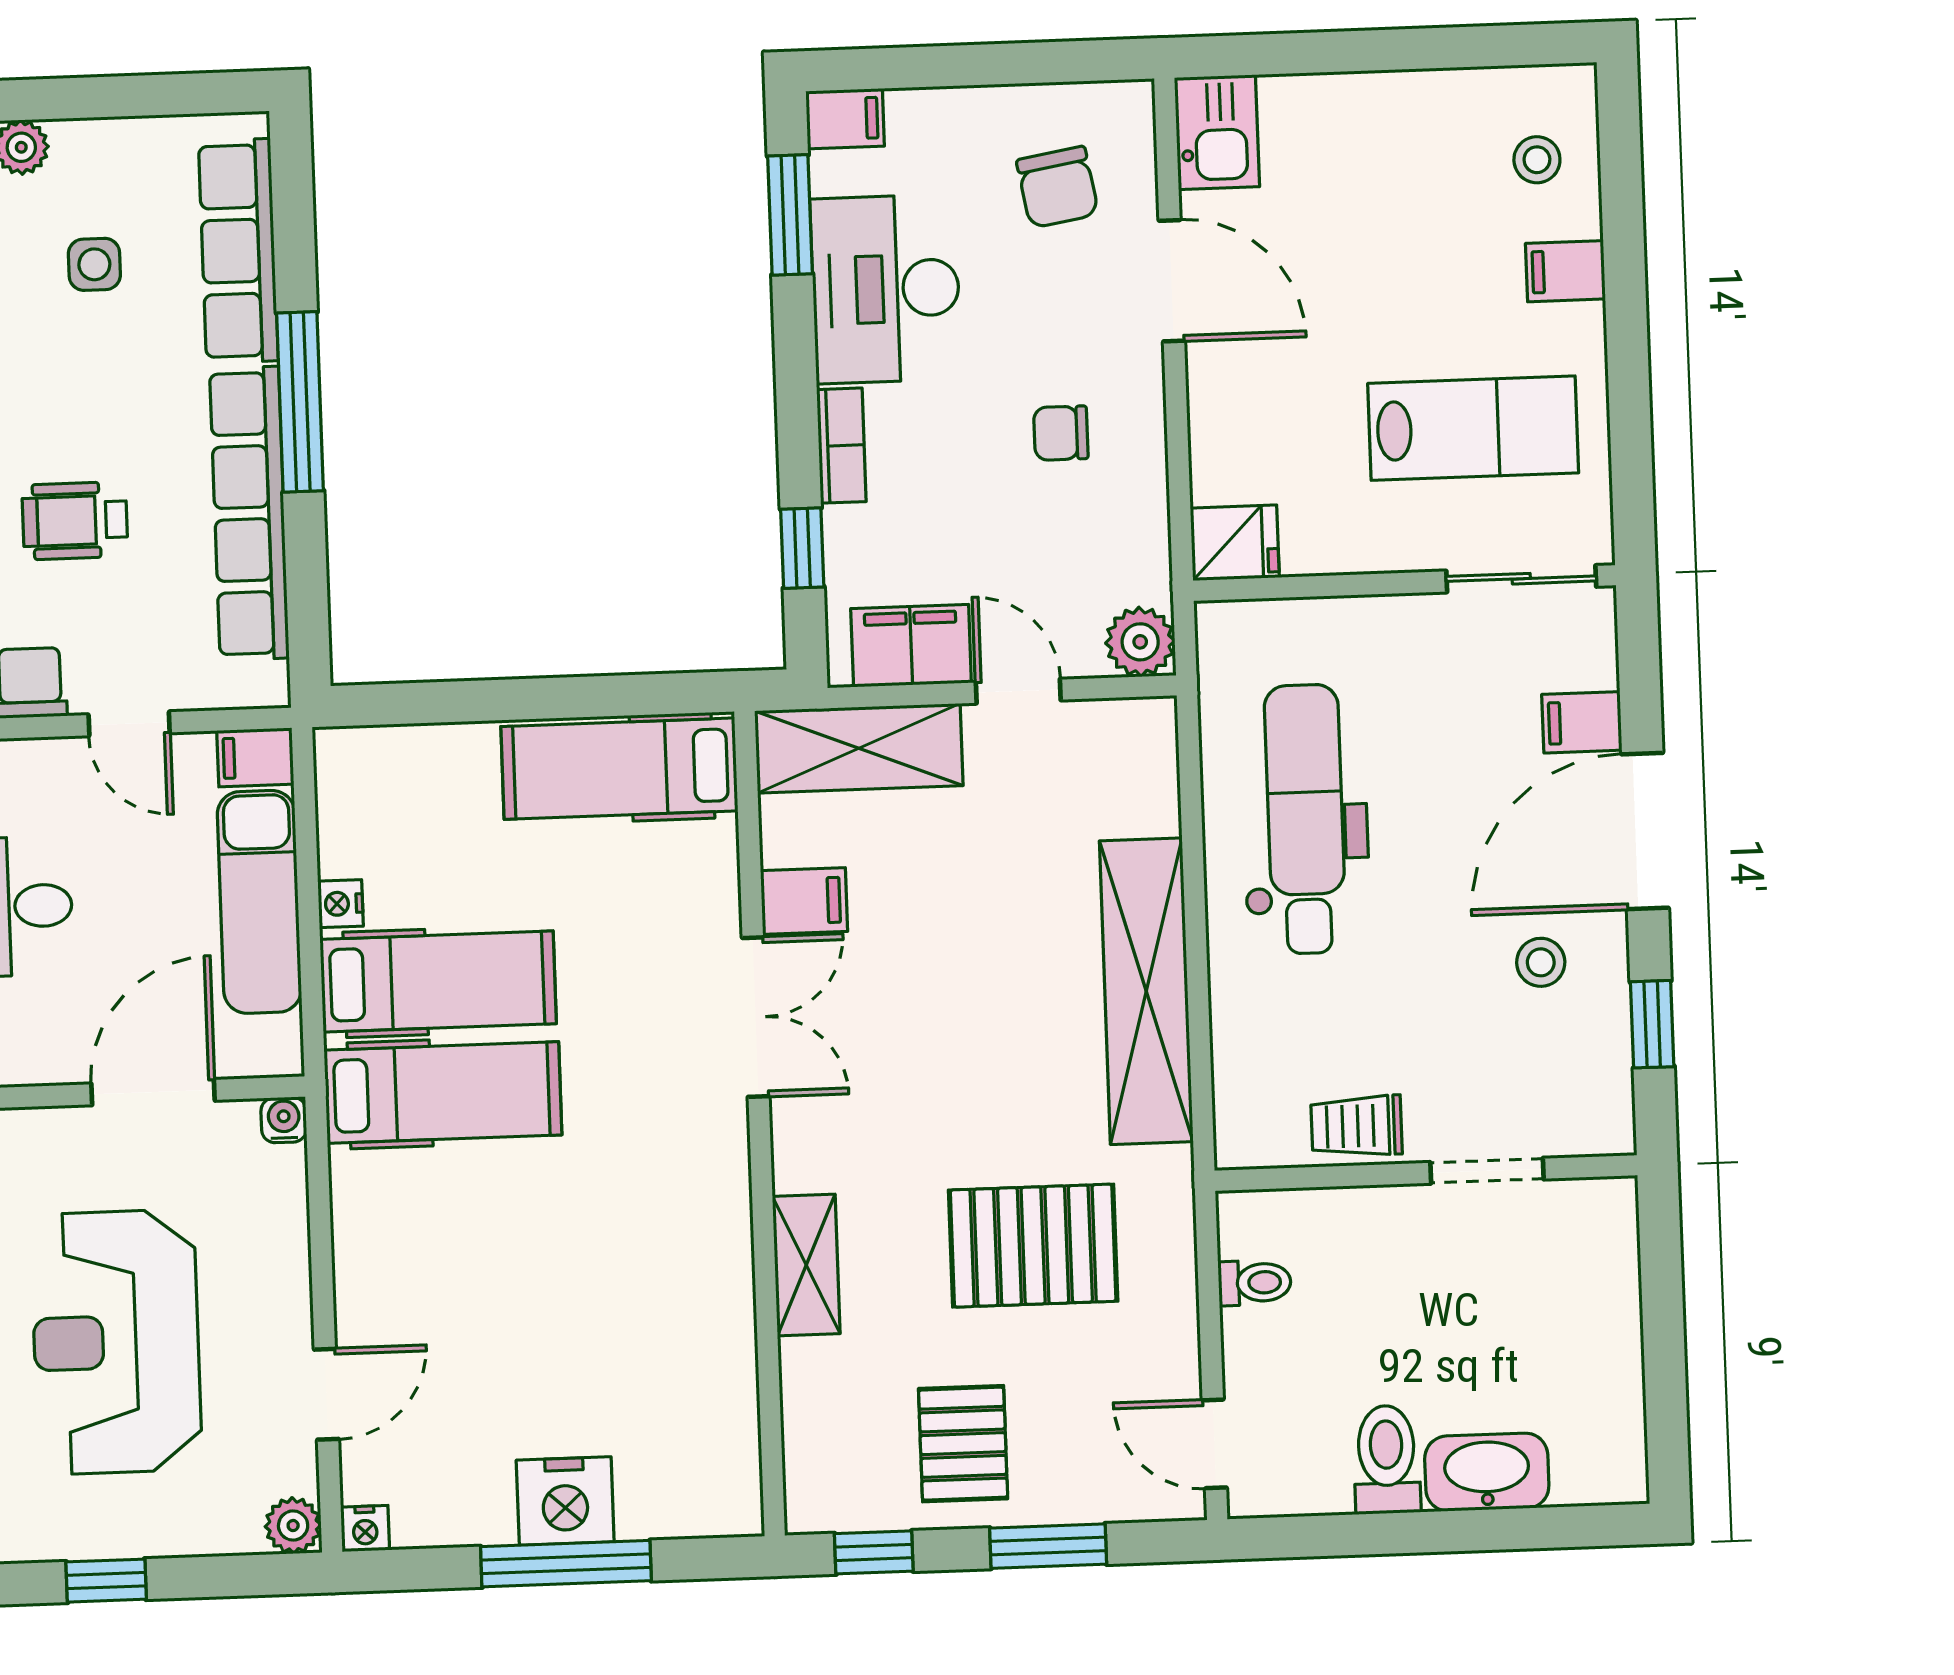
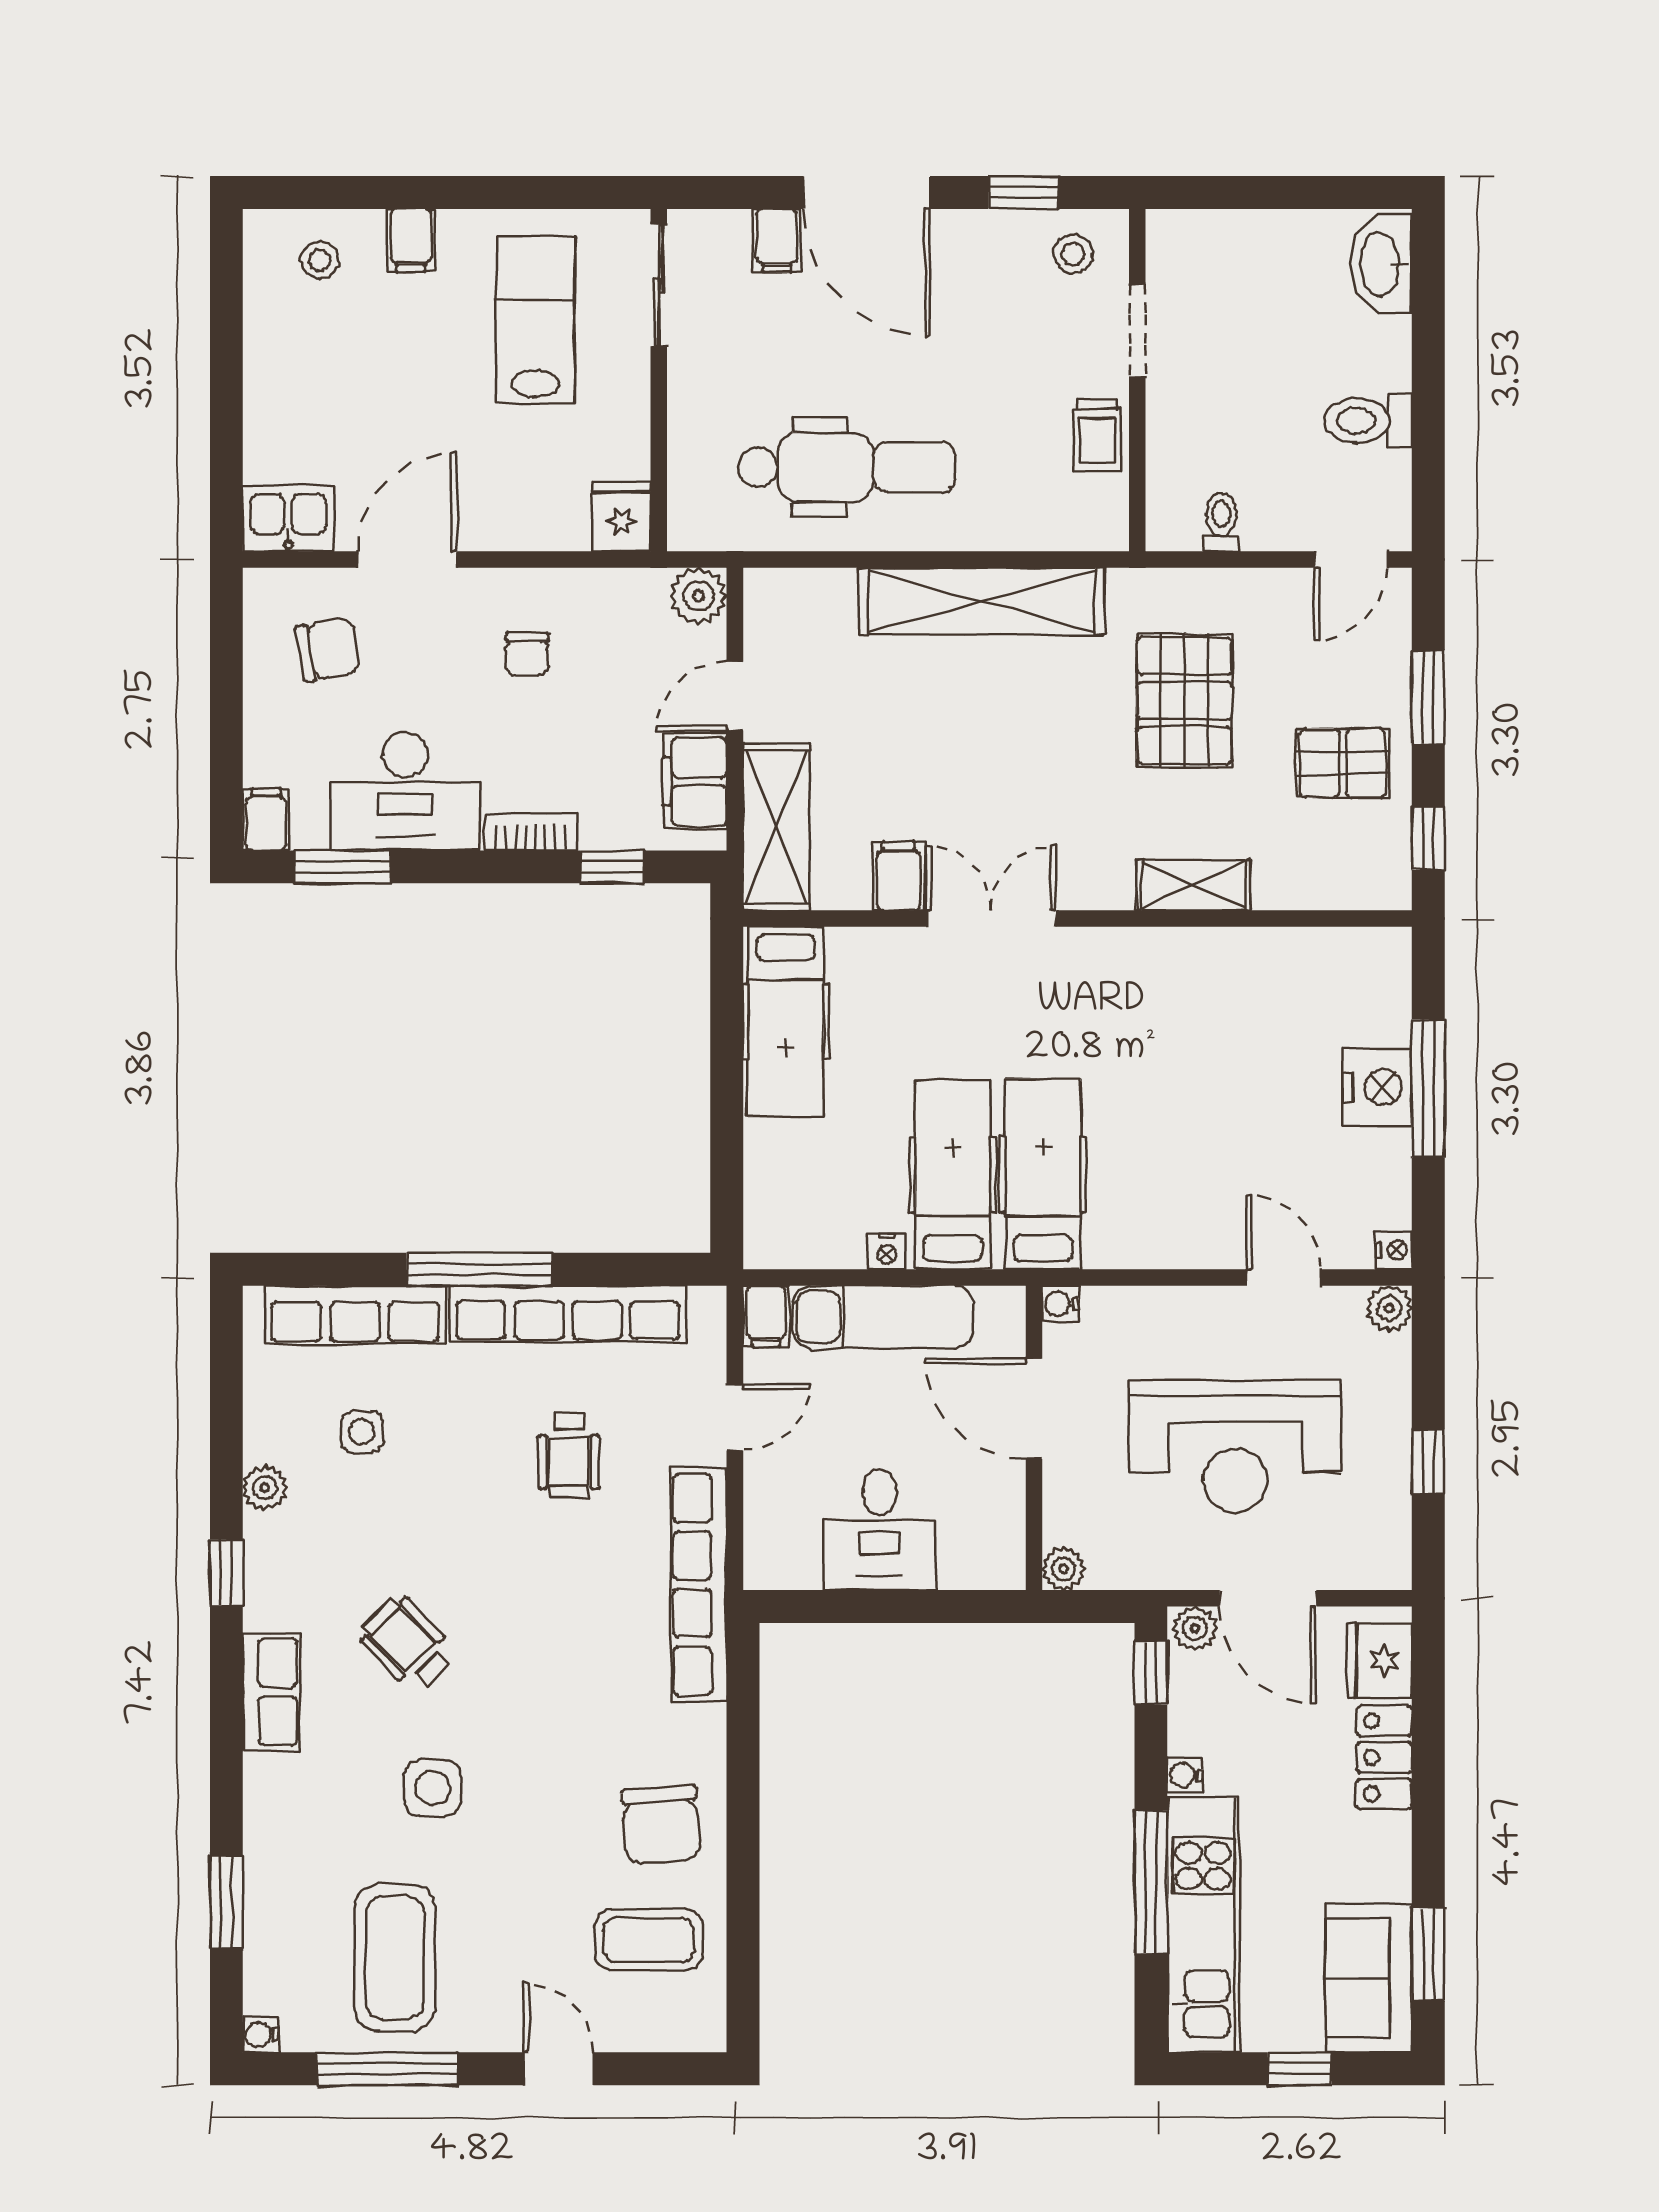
dental chair: (1305, 819) -> (847, 467), turned 180
stool: (1541, 962) -> (1073, 254), moved
washbasin: (1487, 1472) -> (1381, 264), moved

